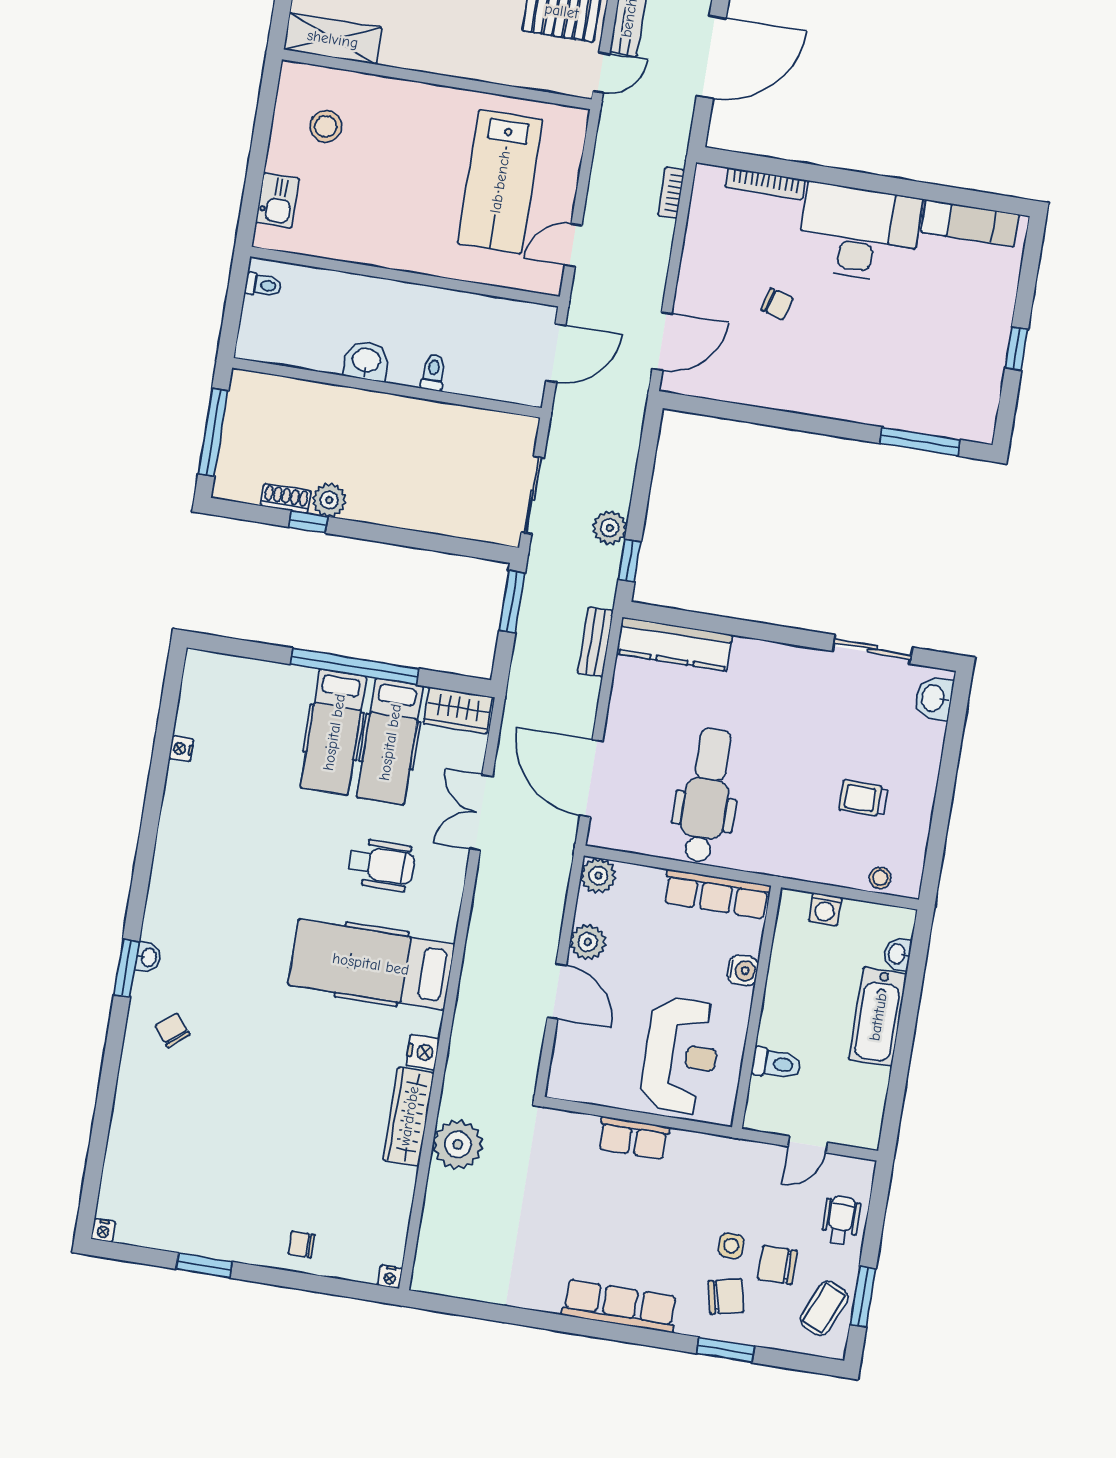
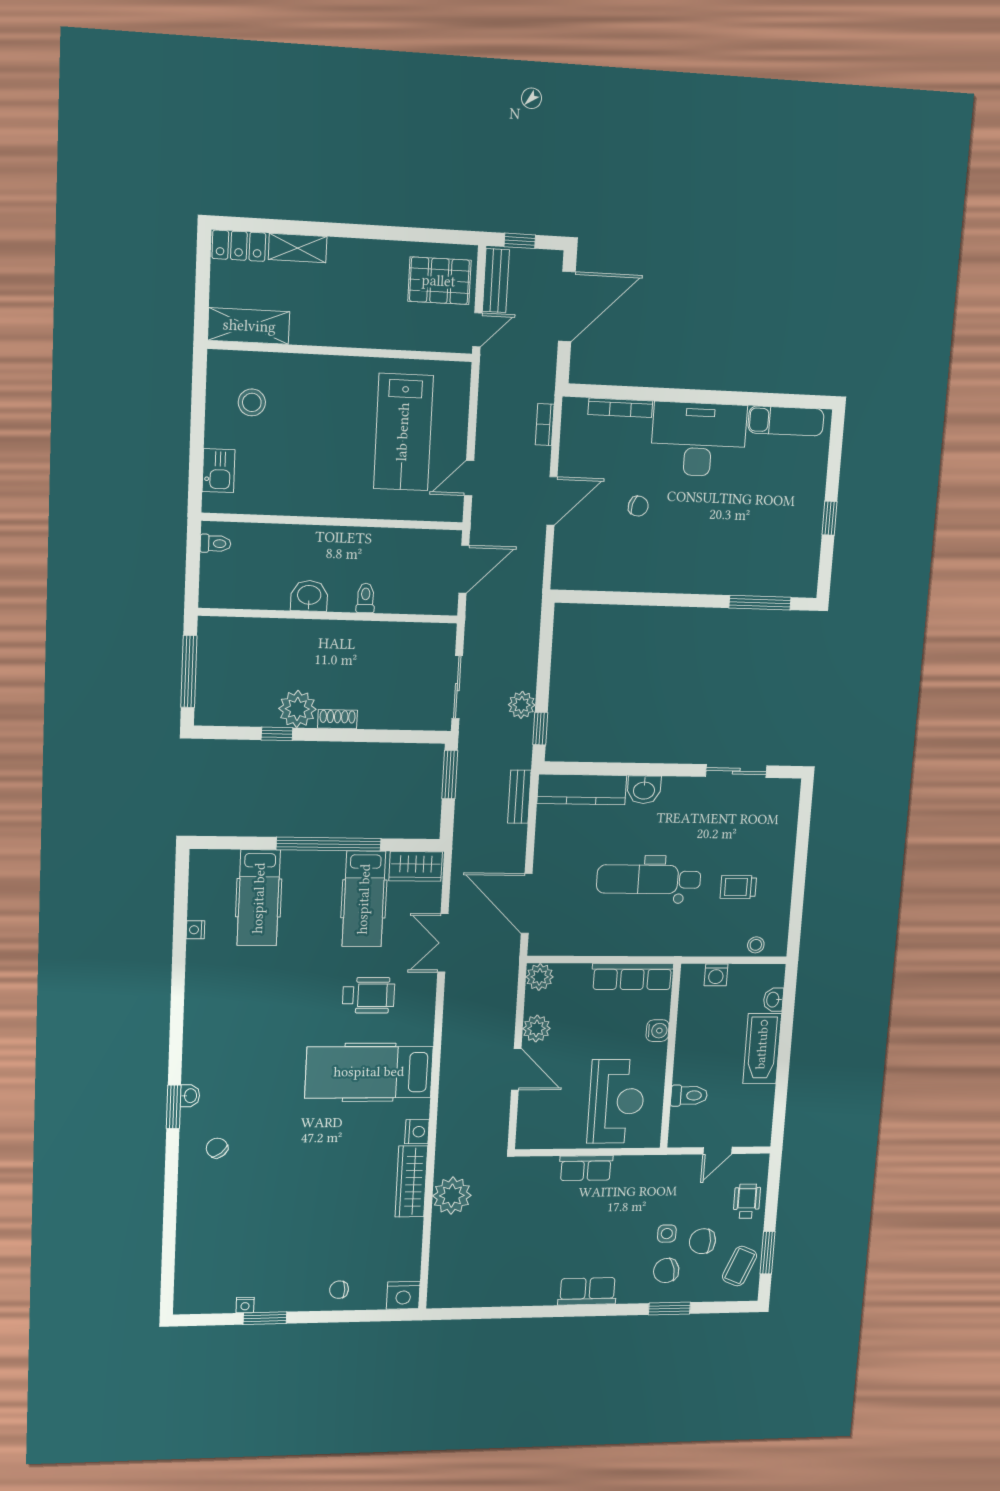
door: (662, 341) -> (552, 501), moved
shoe rack: (286, 498) -> (337, 719), moved
plant: (329, 500) -> (297, 709), width x1.36, depth x1.36
washbasin: (934, 698) -> (644, 790), moved, turned -90
hospital bed: (334, 732) -> (259, 898), moved
dental chair: (707, 795) -> (649, 879), moved, turned -90
nightstand: (103, 1230) -> (245, 1305), moved
nightstand: (390, 1277) -> (403, 1295), width x1.89, depth x1.79
chair: (726, 1296) -> (666, 1271), turned 180
row of seats: (620, 1306) -> (587, 1291), width x0.68

